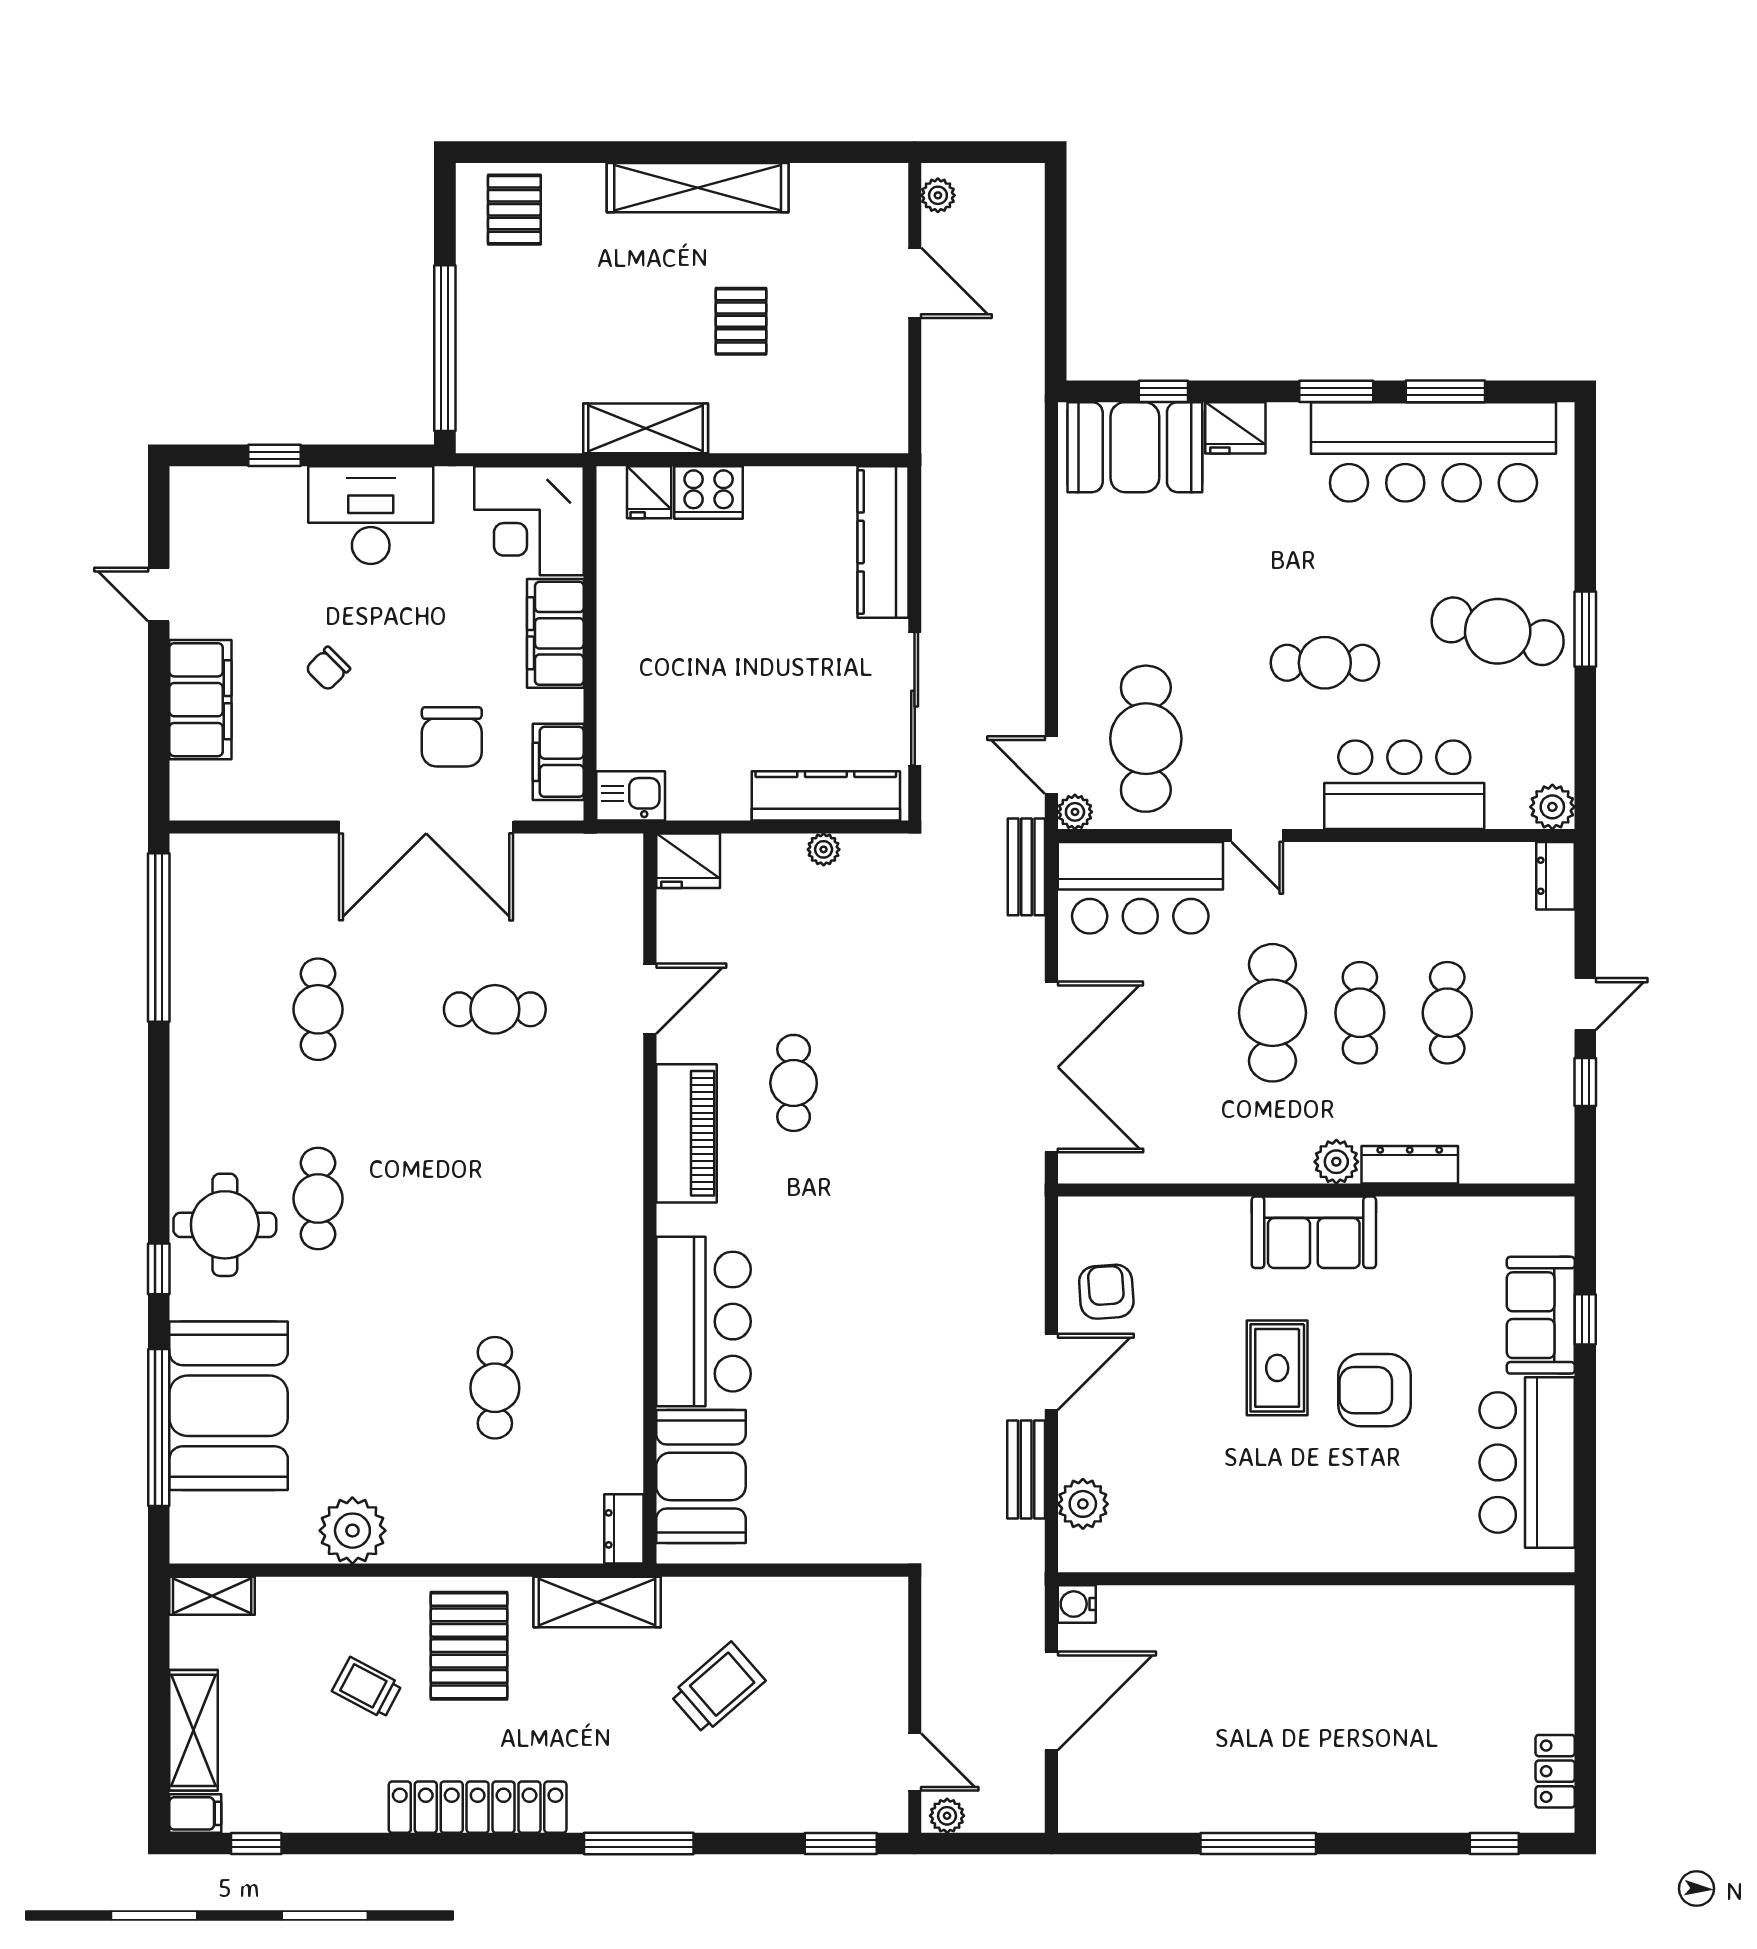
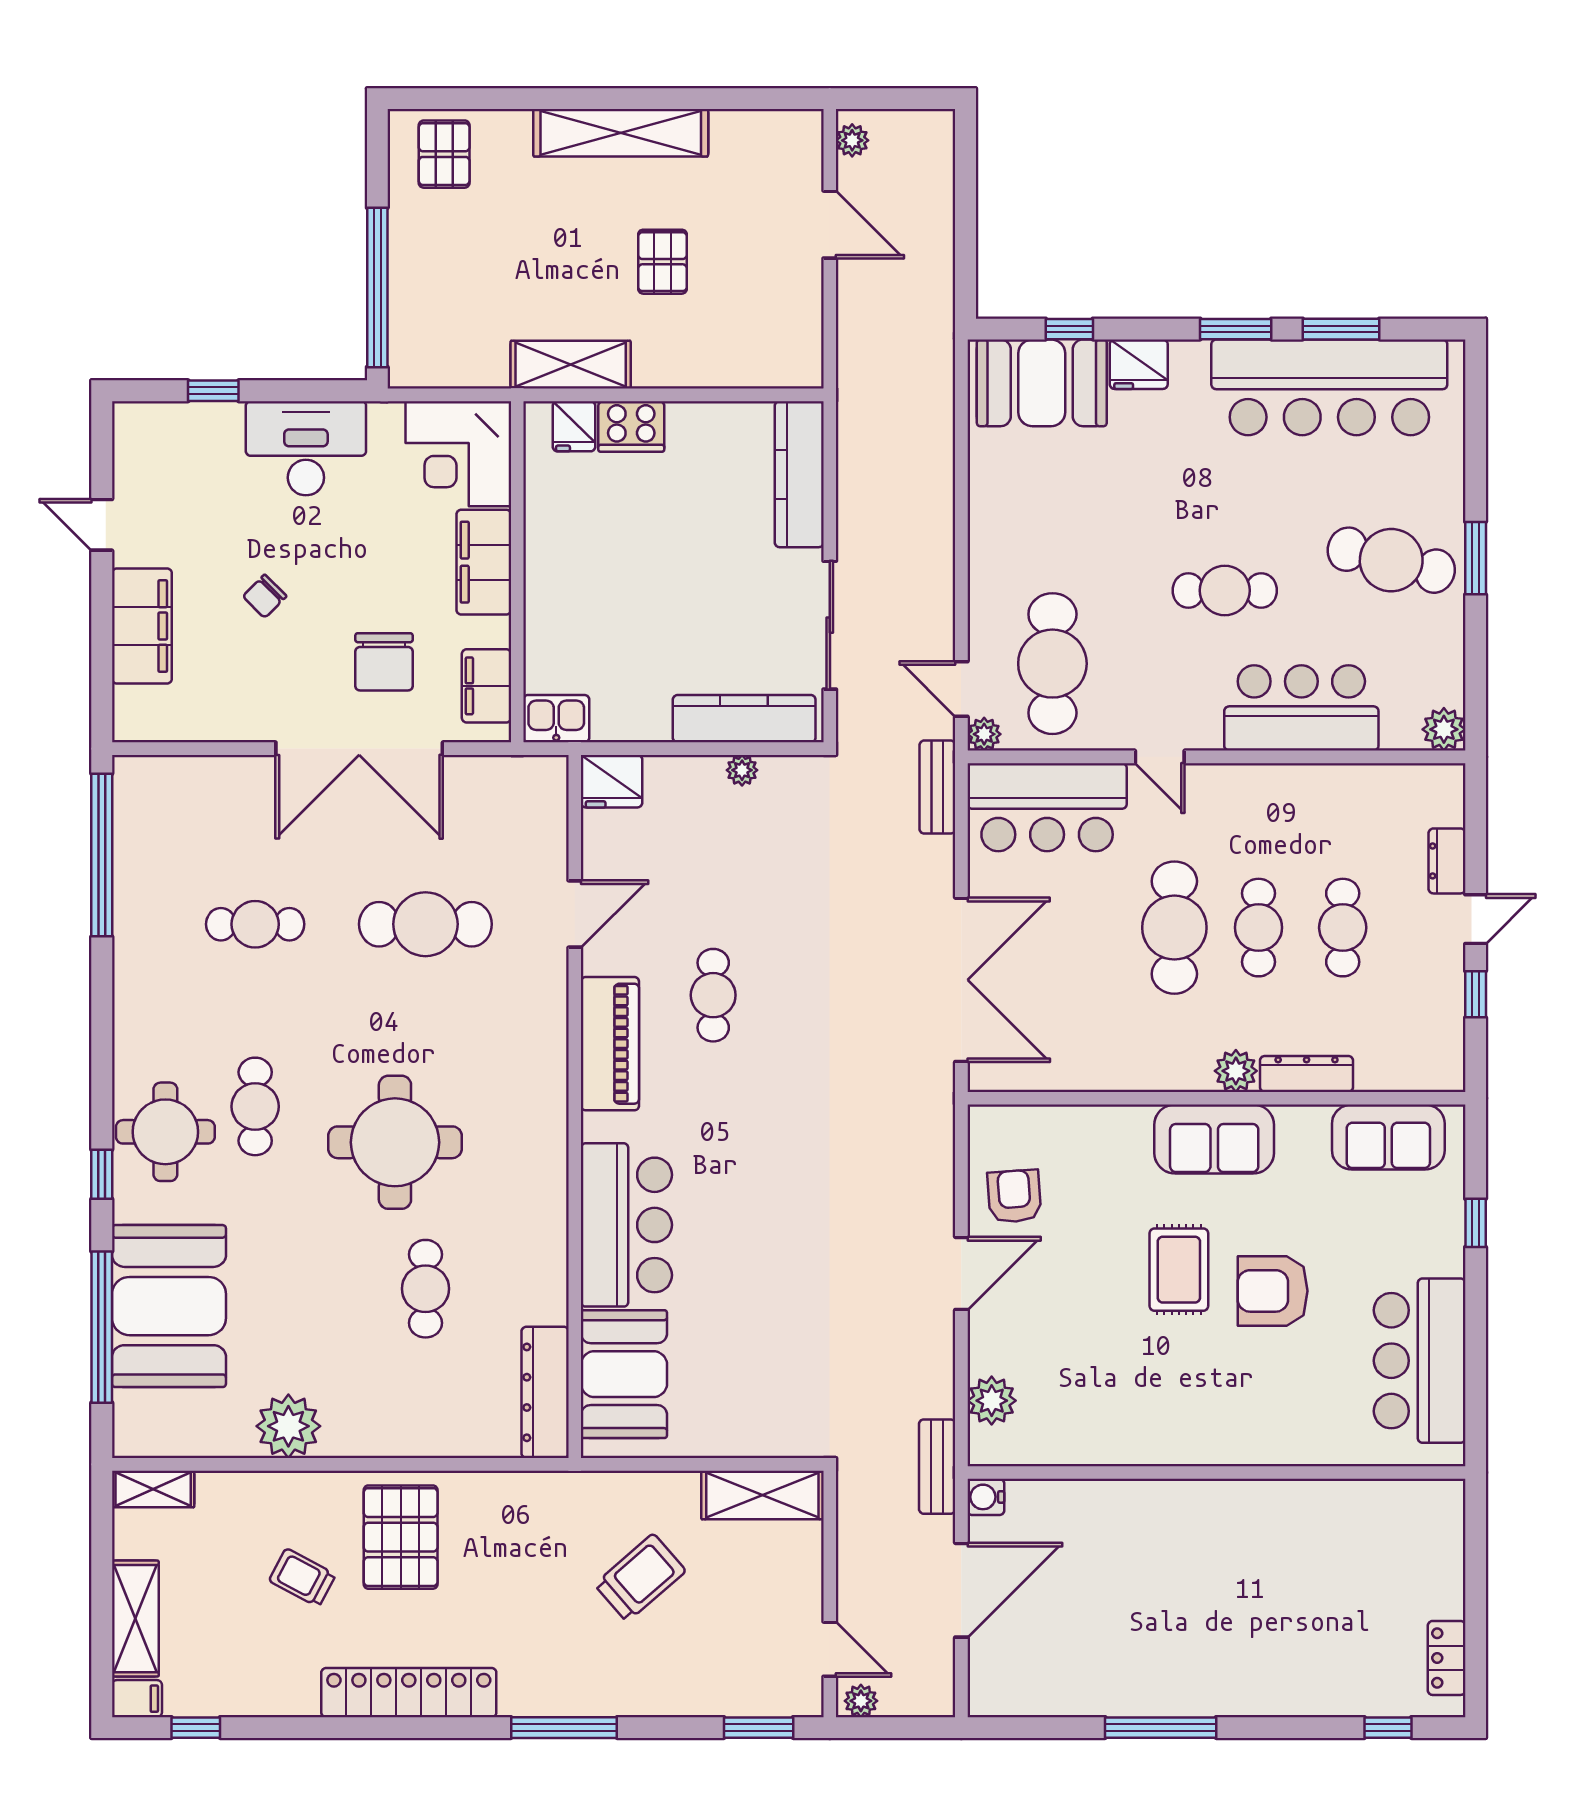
dresser: (1556, 876) -> (1447, 861), moved
cafe table: (318, 1009) -> (255, 924), turned 90
cafe table: (495, 1009) -> (425, 924), width x1.37, depth x1.35
round table: (463, 1236) -> (395, 1142), added
sofa: (1541, 1315) -> (1388, 1137), moved, turned -90
bench: (1026, 1470) -> (937, 1467), moved
dresser: (624, 1529) -> (545, 1392), width x1.96, depth x1.24
shelving: (597, 1602) -> (762, 1495), moved

